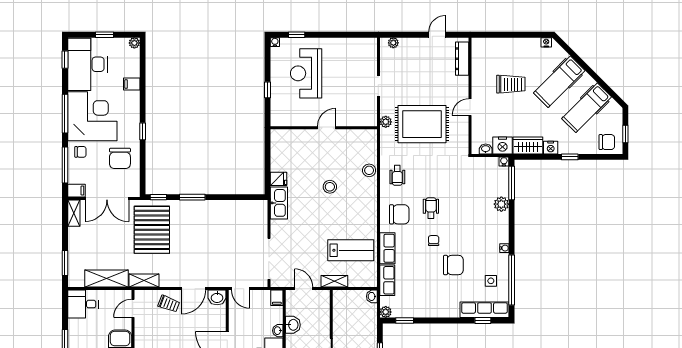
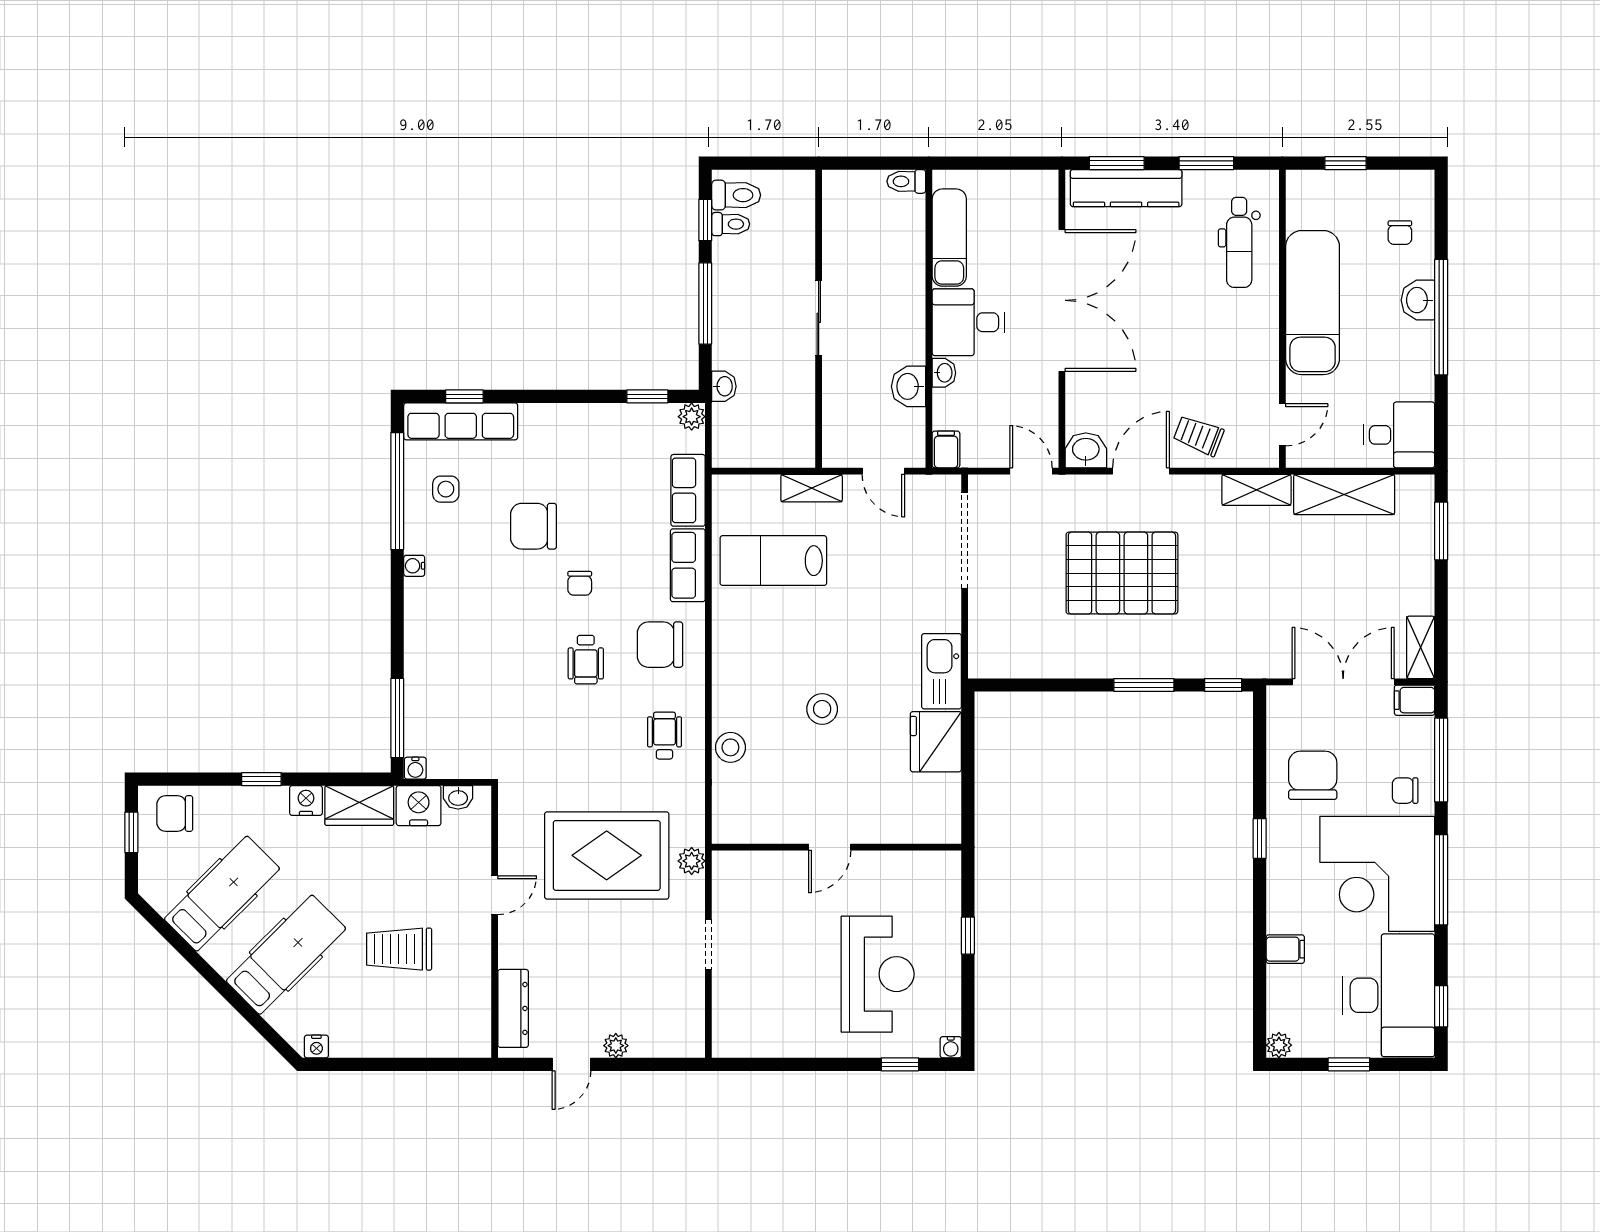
plant: (393, 43) -> (616, 1046), moved
fridge: (278, 179) -> (936, 742), width x1.88, depth x1.34
plant: (501, 204) -> (421, 668), removed
pallet: (152, 230) -> (1122, 573), moved, turned 90
washbasin: (372, 296) -> (724, 386), moved

